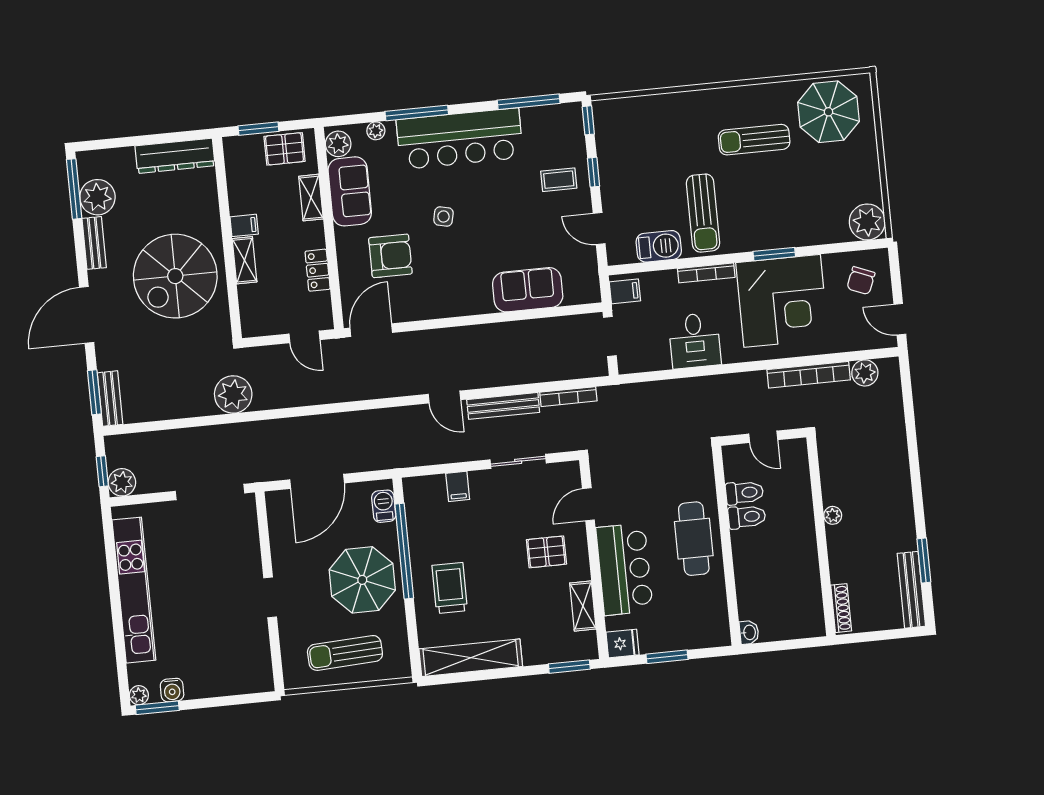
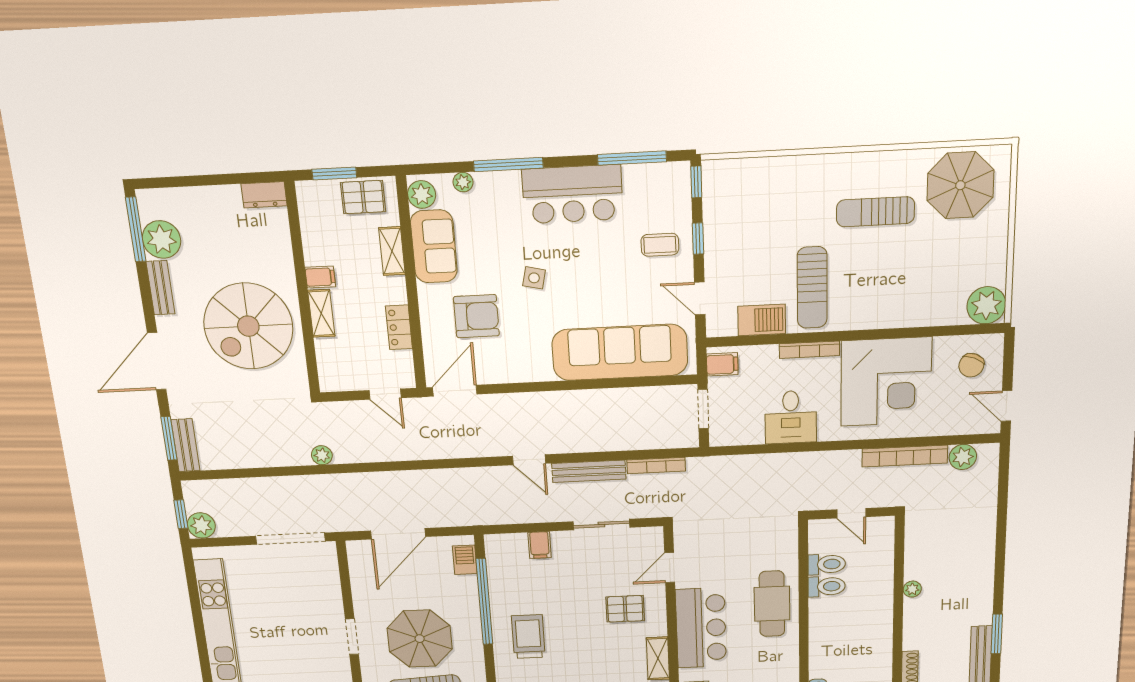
bar counter: (460, 139) -> (573, 194), width x0.73
dresser: (175, 156) -> (264, 195), width x0.51, depth x0.80
window: (774, 254) -> (883, 334), removed
sofa: (528, 290) -> (620, 352), width x1.85, depth x1.27
plant: (233, 394) -> (322, 455), width x0.53, depth x0.53
parasol: (362, 580) -> (420, 639), moved

